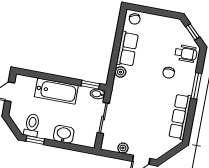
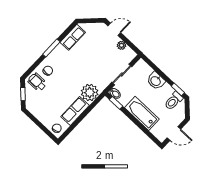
plant: (120, 72) -> (90, 92), width x1.88, depth x1.88
chair: (169, 73) -> (48, 71), moved
window: (196, 86) -> (51, 48), moved
row of seats: (180, 117) -> (73, 37), width x0.68

